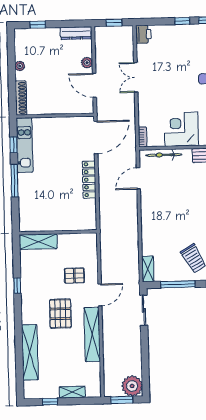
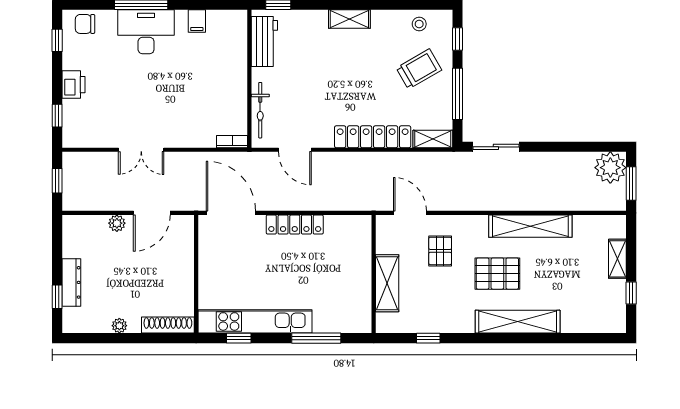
window: (182, 21) -> (57, 116), moved
dresser: (76, 33) -> (71, 282), moved
printer: (143, 34) -> (73, 85), moved, turned 90
corner desk: (181, 129) -> (222, 82), removed
kitchen unit: (25, 145) -> (255, 321), width x1.36
window: (15, 181) -> (316, 338), moved
locker: (148, 229) -> (373, 137), added
shelving: (38, 242) -> (387, 283), moved
window: (17, 286) -> (428, 338), moved
door: (100, 295) -> (410, 213), moved
shelving: (30, 352) -> (518, 322), moved

